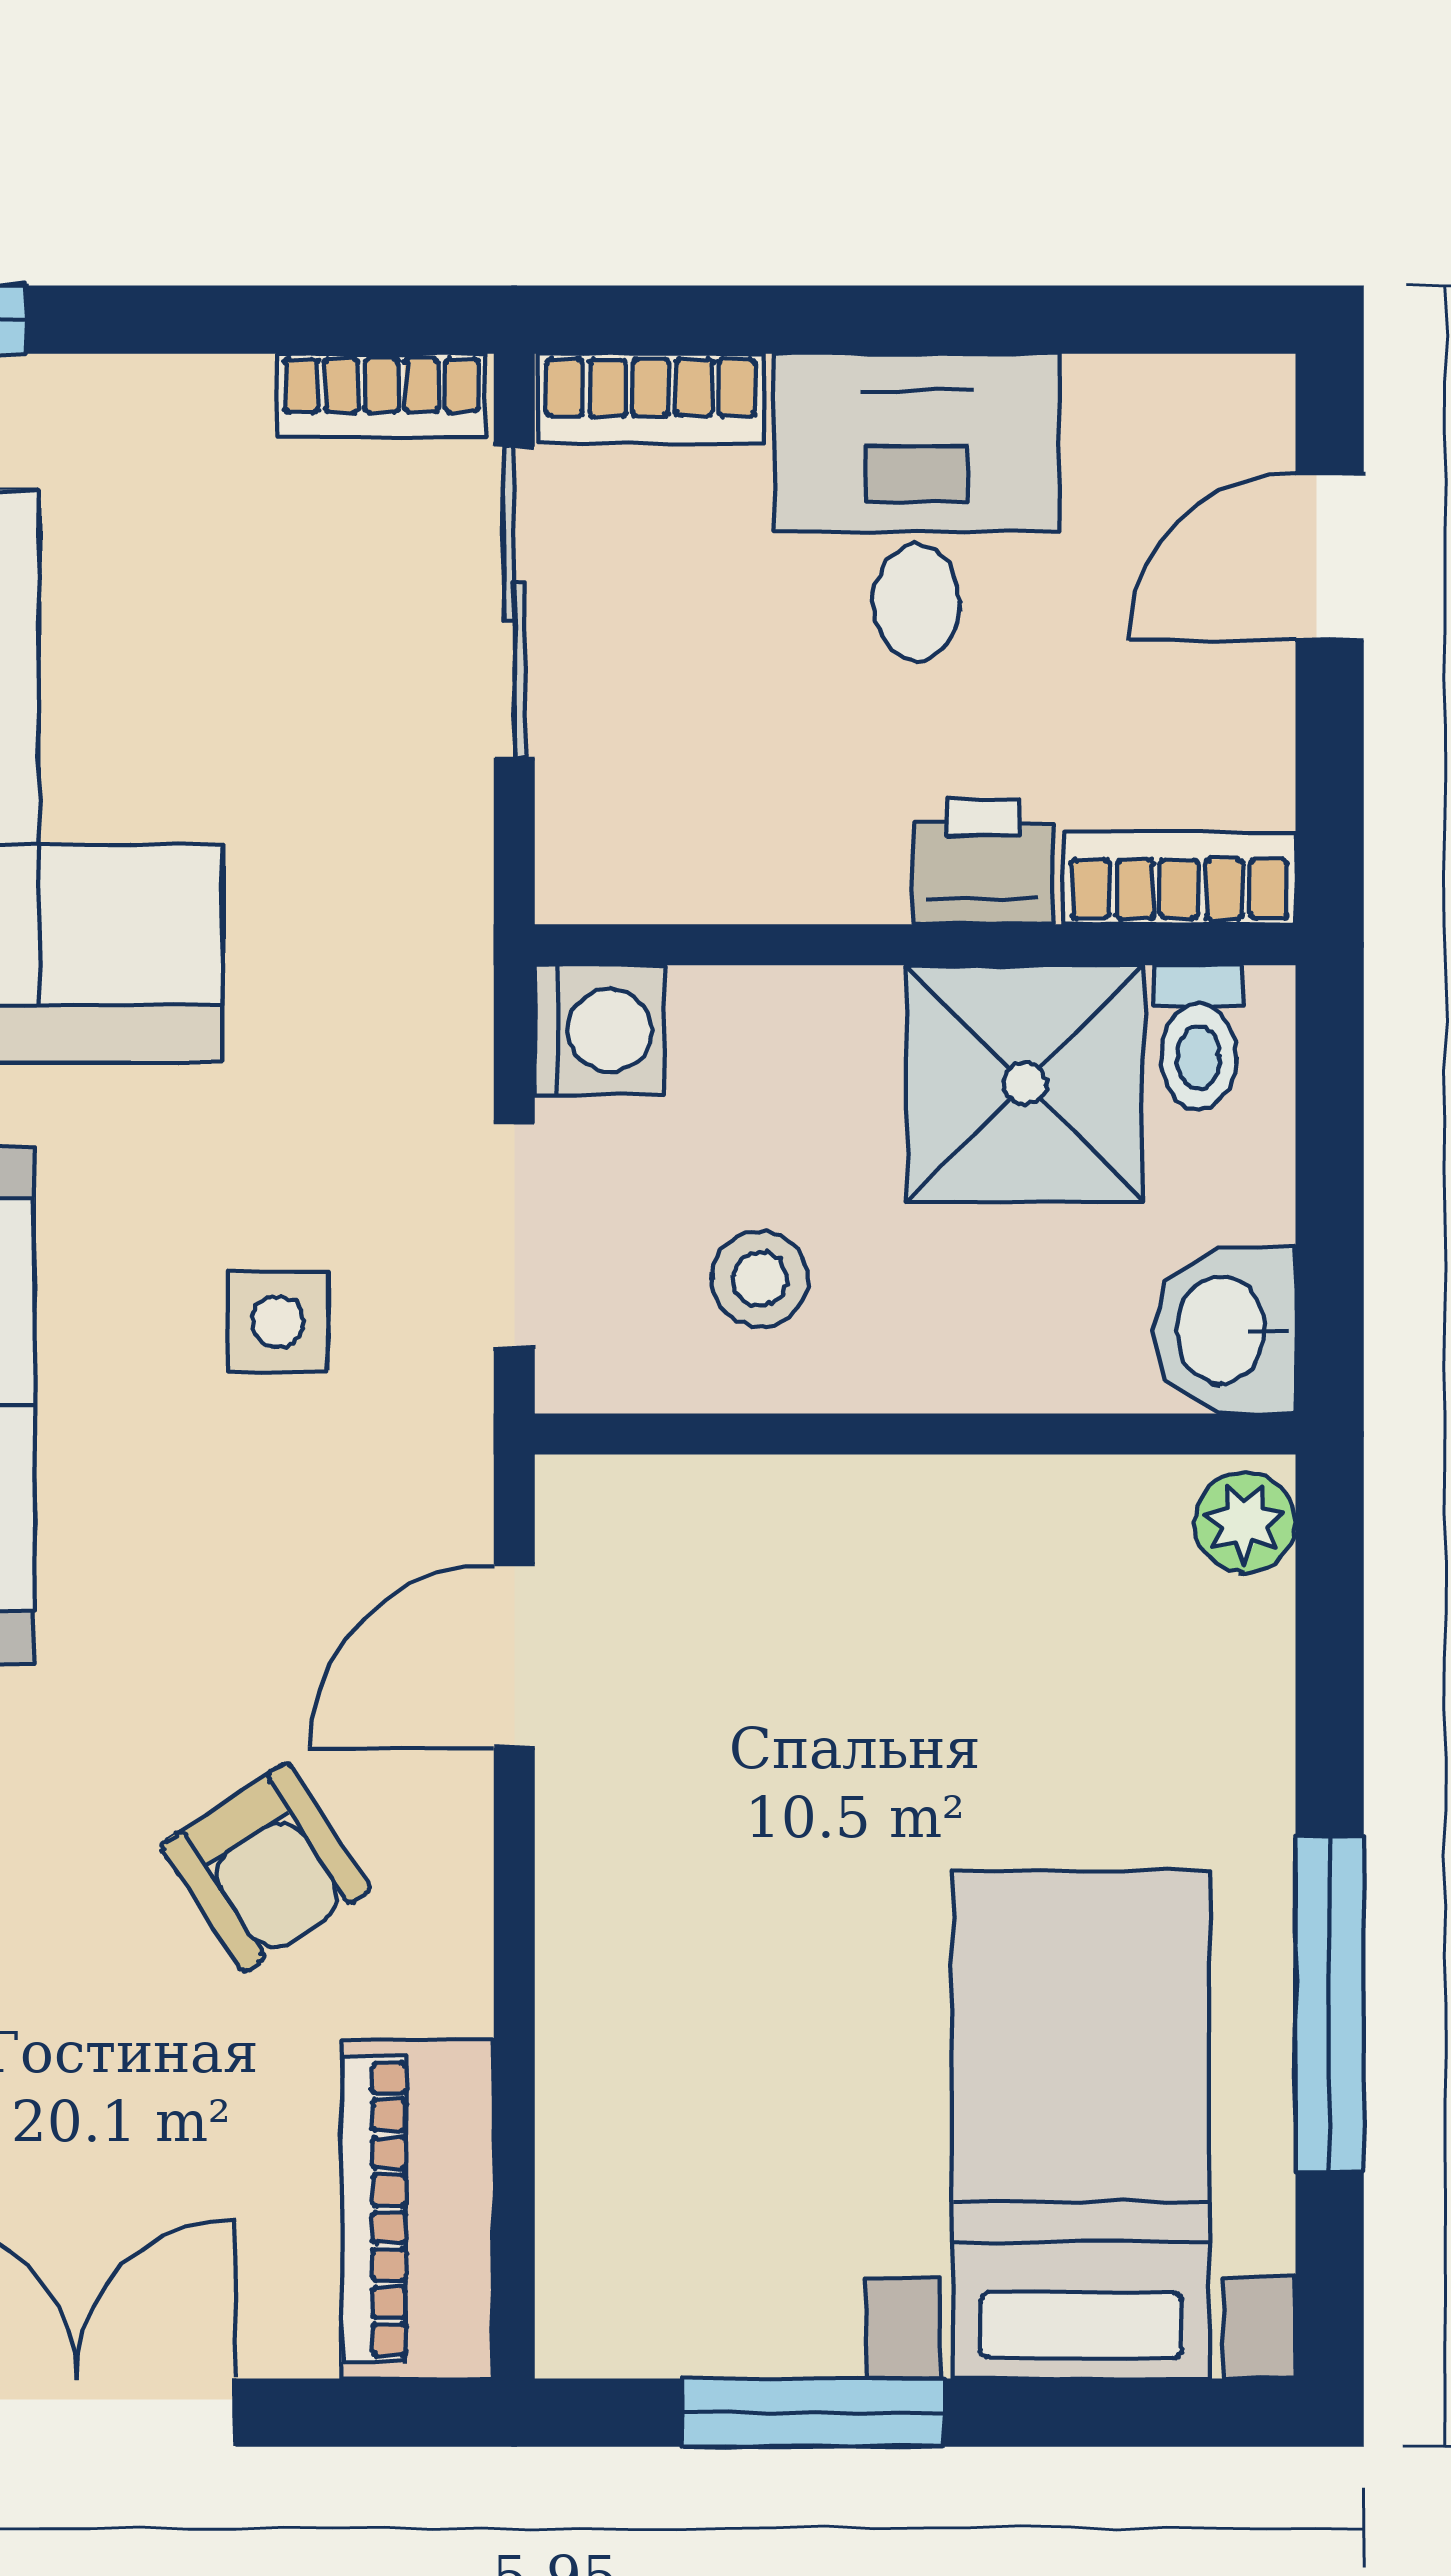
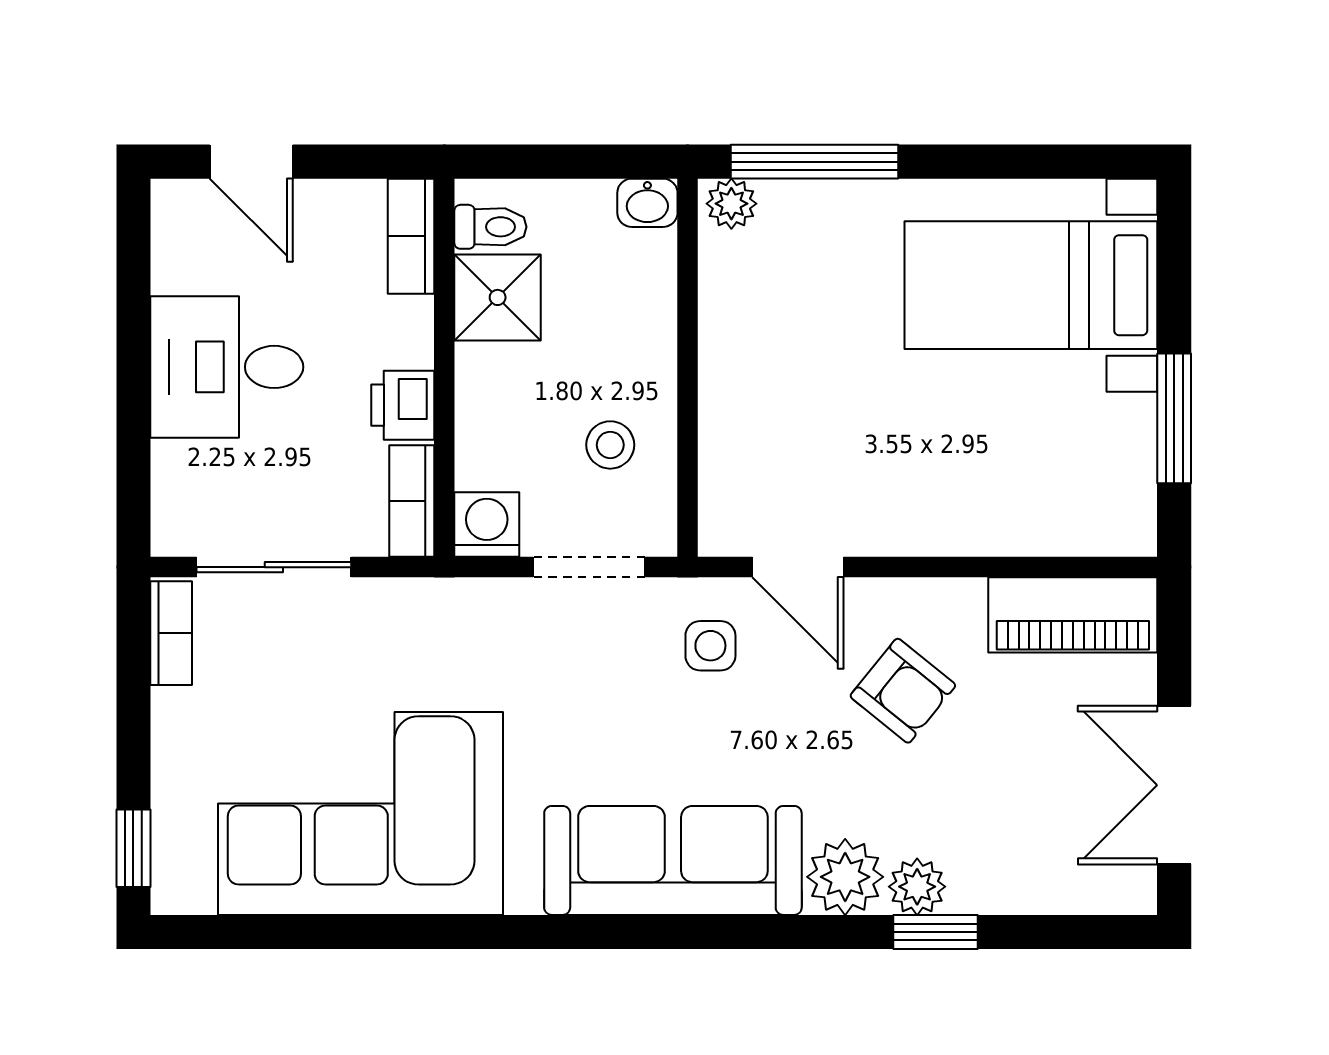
bookcase: (651, 399) -> (412, 501), moved, turned 180
printer: (983, 861) -> (403, 405), moved
shower: (1025, 1084) -> (498, 297), width x0.73, depth x0.73
side table: (278, 1321) -> (710, 646), moved
washbasin: (1225, 1330) -> (647, 203), width x0.72, depth x0.69
armchair: (265, 1867) -> (903, 691), turned 72
window: (1330, 2004) -> (814, 162), moved

